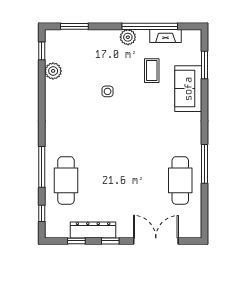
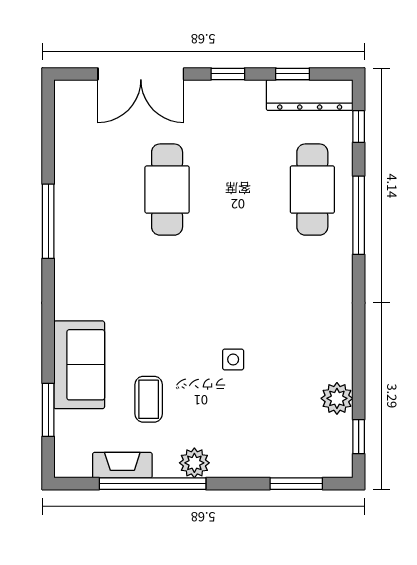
cafe table: (180, 180) -> (167, 190), moved
dresser: (93, 230) -> (310, 95), moved

